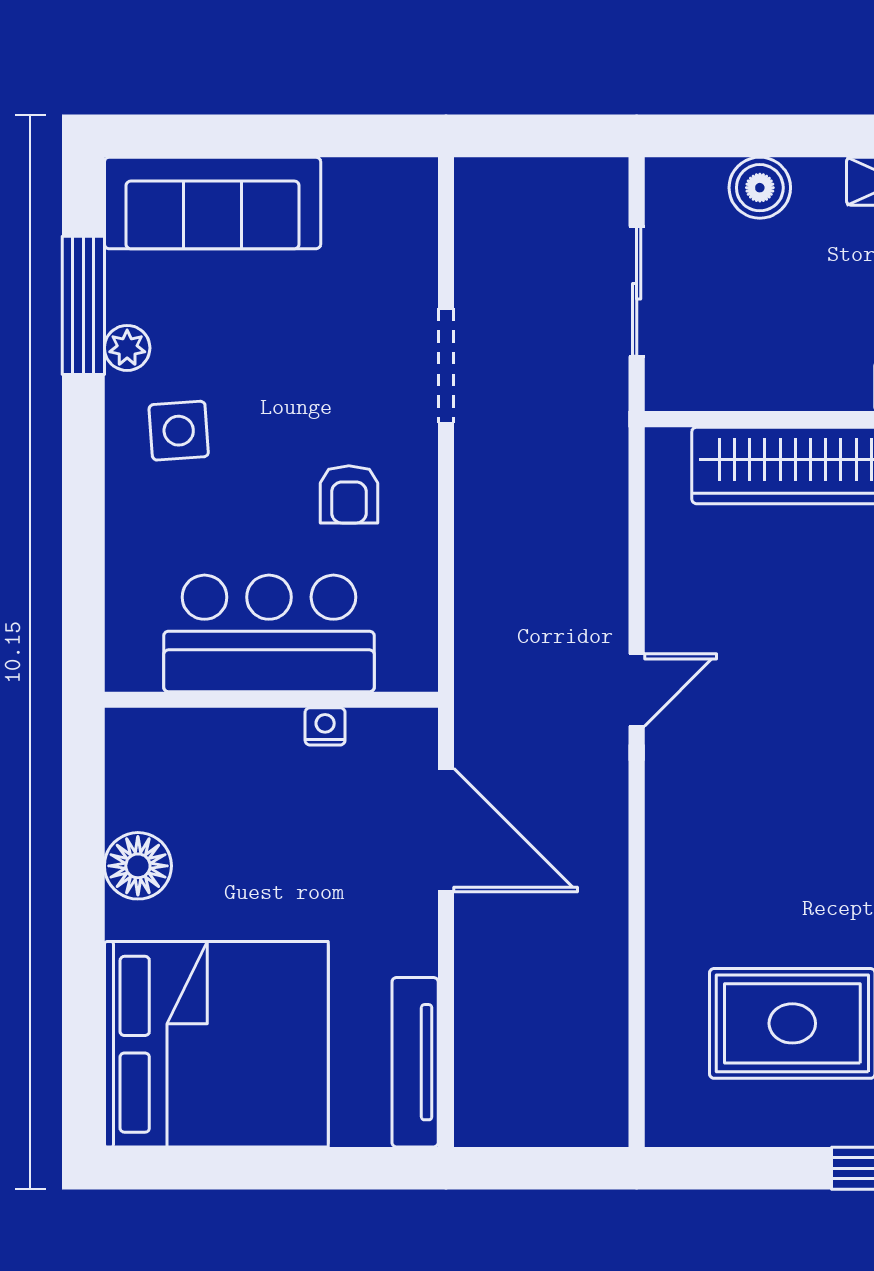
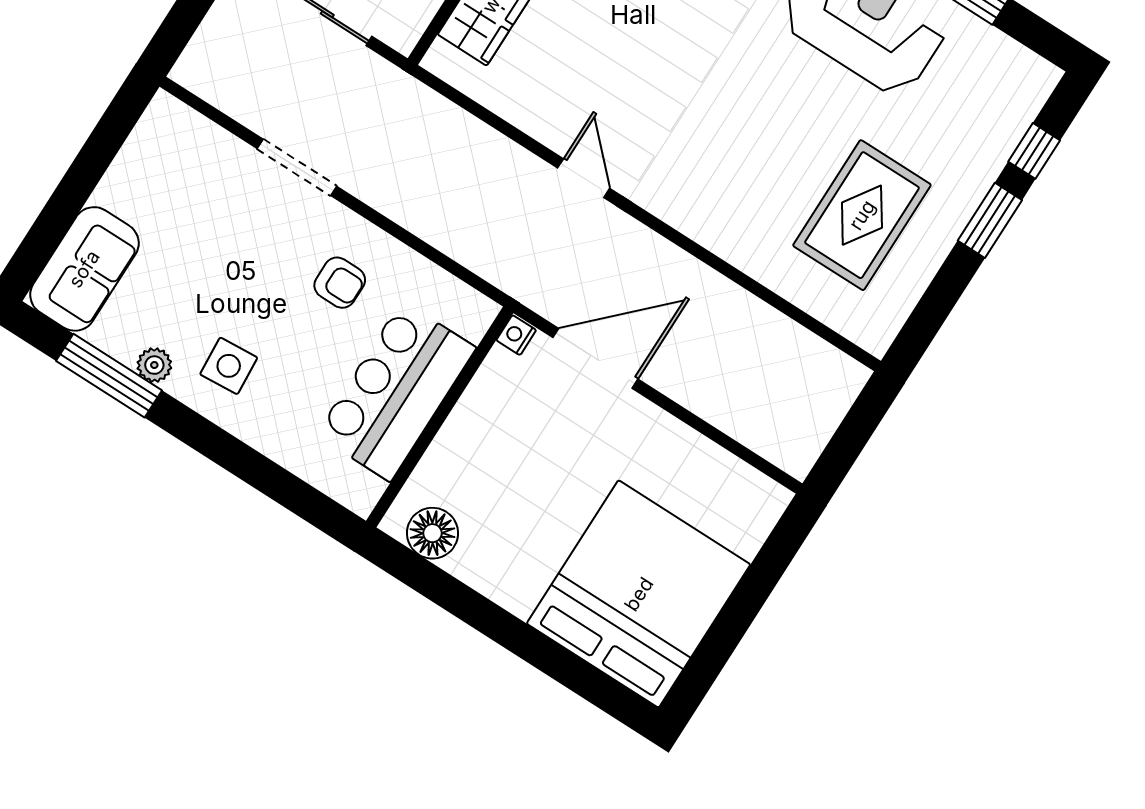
sofa: (213, 203) -> (84, 269), width x0.73
nightstand: (325, 726) -> (516, 335), moved
floor lamp: (138, 866) -> (433, 533), moved
tv unit: (415, 1062) -> (732, 474), removed

